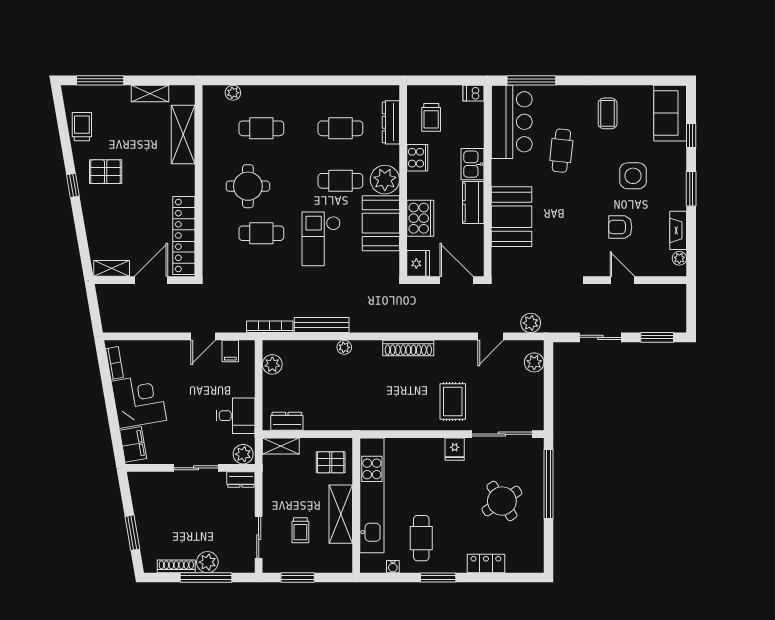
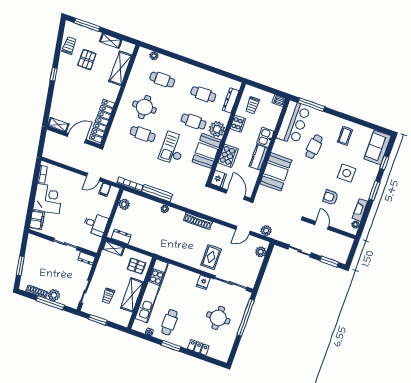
pallet: (106, 172) -> (87, 60), moved, turned 90
plant: (243, 454) -> (92, 246), removed
round table: (502, 501) -> (218, 318), turned 33

